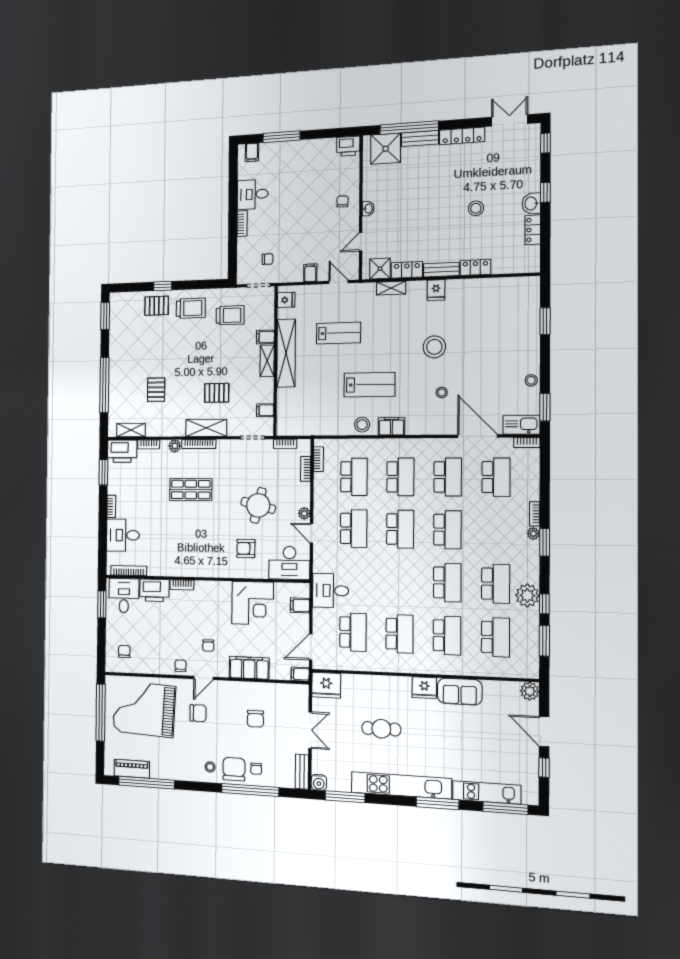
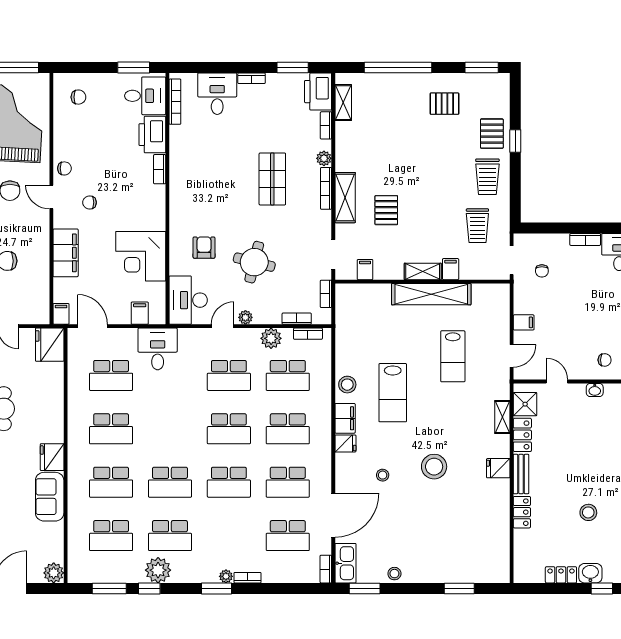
fridge: (286, 300) -> (345, 443), moved, turned -90
pallet: (156, 390) -> (444, 104), moved
plant: (322, 491) -> (271, 338), added

